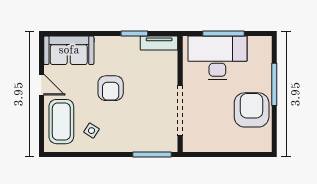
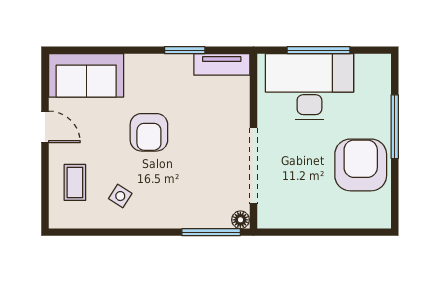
coffee table: (61, 122) -> (75, 182), width x0.54, depth x0.58
floor lamp: (172, 146) -> (240, 220), added

